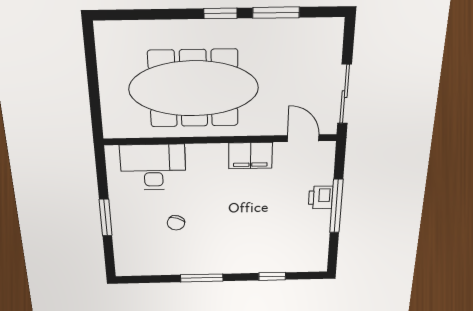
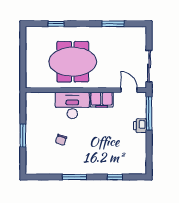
window: (221, 13) -> (56, 24), moved
meeting table: (194, 89) -> (73, 62), width x0.73
desk: (153, 167) -> (72, 105), moved
window: (336, 206) -> (149, 113), moved

